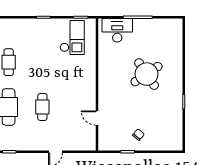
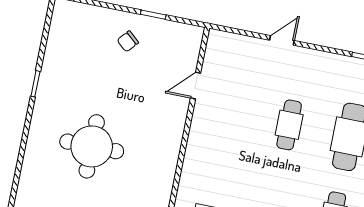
round table: (147, 74) -> (92, 146), turned 34
door: (97, 118) -> (196, 86), swing flipped

